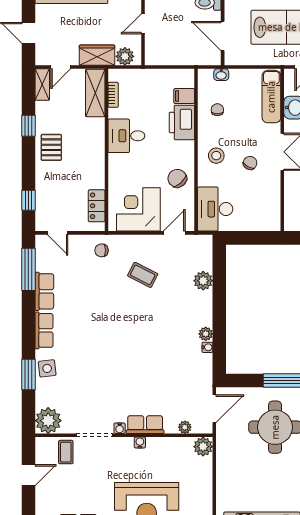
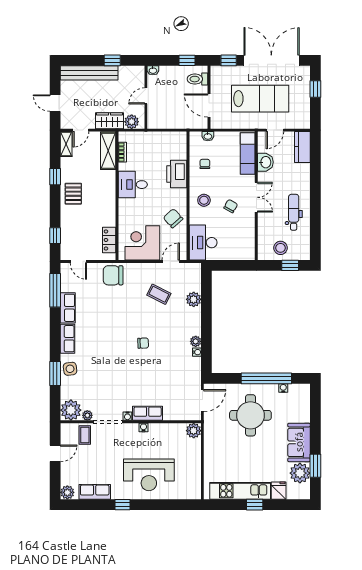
filing cabinet: (184, 96) -> (179, 153), removed
chair: (102, 250) -> (113, 275), width x1.87, depth x1.87
coffee table: (143, 275) -> (159, 294), moved
chair: (139, 336) -> (143, 343), added
plant: (185, 427) -> (87, 415), moved

